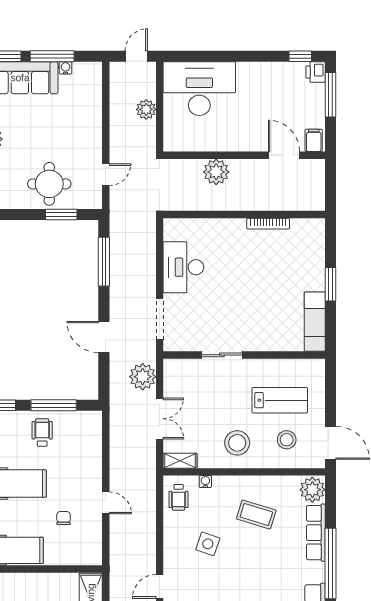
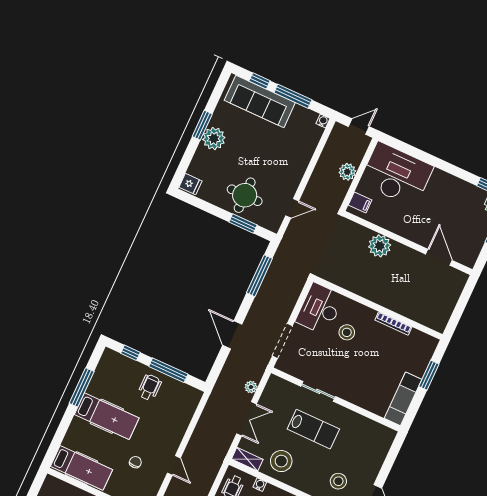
water cooler: (66, 68) -> (323, 121), moved
filing cabinet: (314, 140) -> (360, 203), moved, turned 90
wall: (244, 215) -> (378, 308), moved
bookcase: (268, 224) -> (393, 324), moved
stool: (223, 279) -> (347, 332), added
plant: (143, 377) -> (251, 387), width x0.53, depth x0.53
lab bench: (280, 400) -> (313, 429), moved
stool: (237, 443) -> (281, 461), moved

